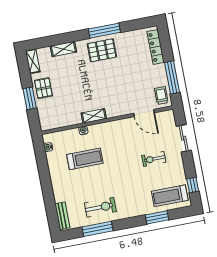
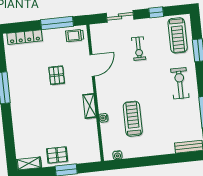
shelving: (63, 49) -> (19, 131), removed
pallet: (102, 50) -> (57, 75), moved, width x0.67, depth x0.71
door: (144, 113) -> (92, 65), moved
window: (193, 185) -> (156, 12), moved
exercise bike: (100, 207) -> (180, 83), moved

